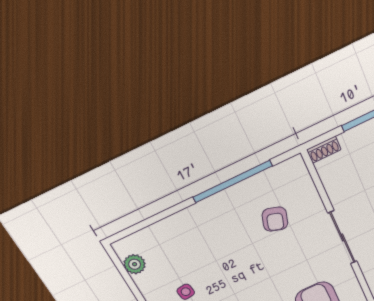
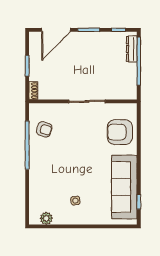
armchair: (275, 219) -> (44, 129), moved

